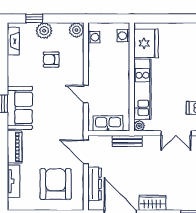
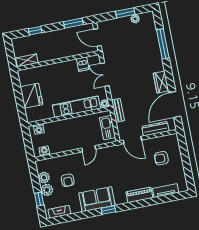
plant: (76, 30) -> (44, 178), moved
fridge: (146, 43) -> (31, 96), moved, turned 90
sofa: (20, 108) -> (97, 199), moved
double door: (176, 133) -> (105, 75), swing flipped
door: (86, 152) -> (132, 140), hinge flipped
armchair: (56, 184) -> (161, 158), width x0.53, depth x0.53

